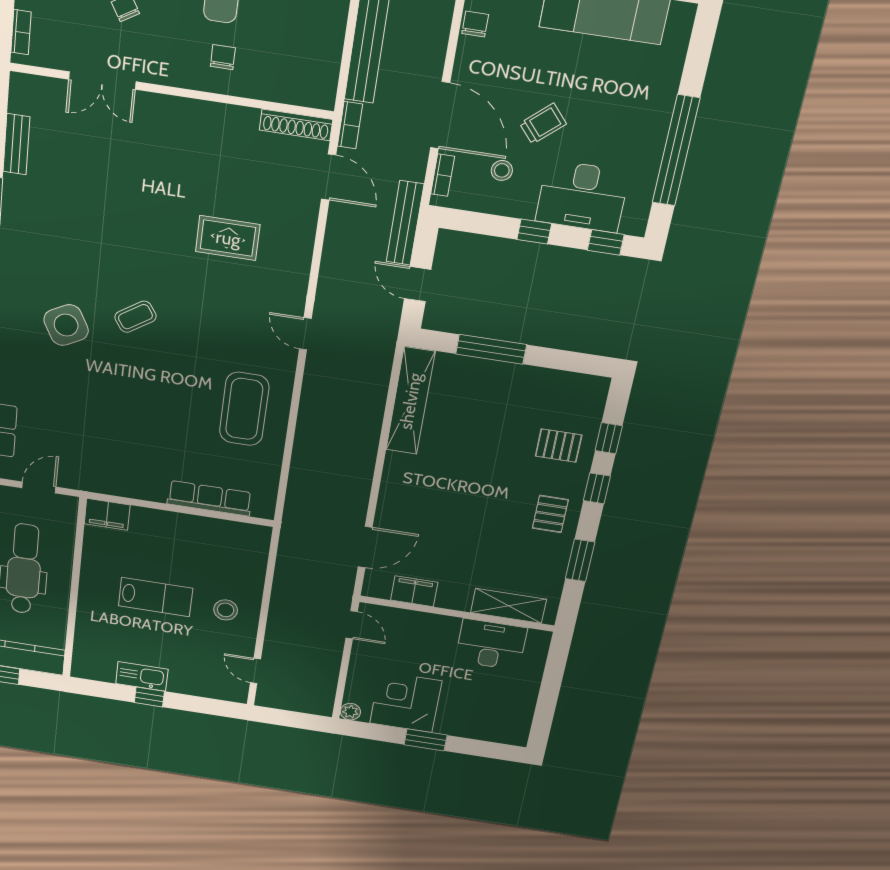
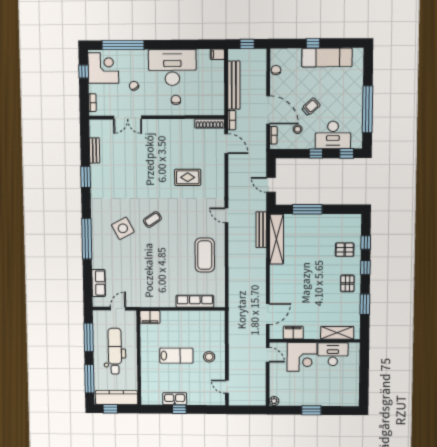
bench: (405, 223) -> (261, 230), moved
corner desk: (406, 702) -> (302, 357), moved, turned 180

